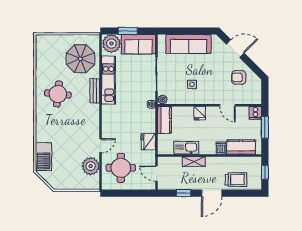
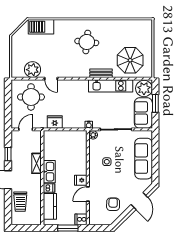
round table: (58, 94) -> (87, 42), moved
fridge: (200, 113) -> (81, 180), moved
kitchen counter: (164, 120) -> (74, 137), removed
kitchen sink: (186, 148) -> (49, 172), moved
window: (265, 172) -> (27, 228), removed

